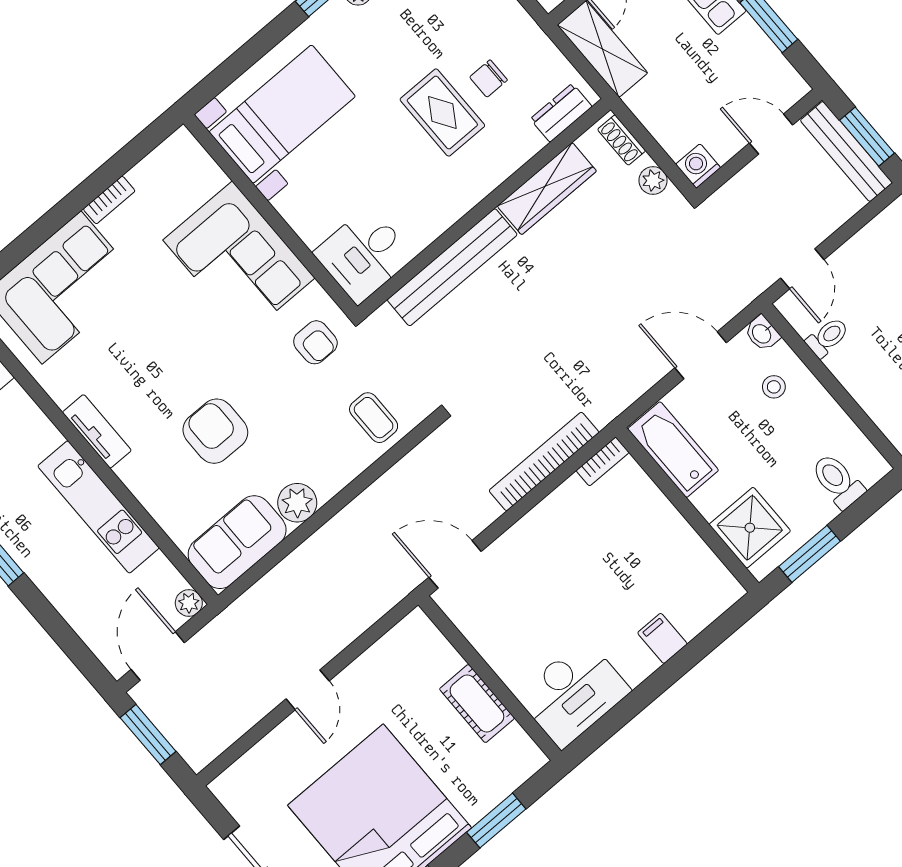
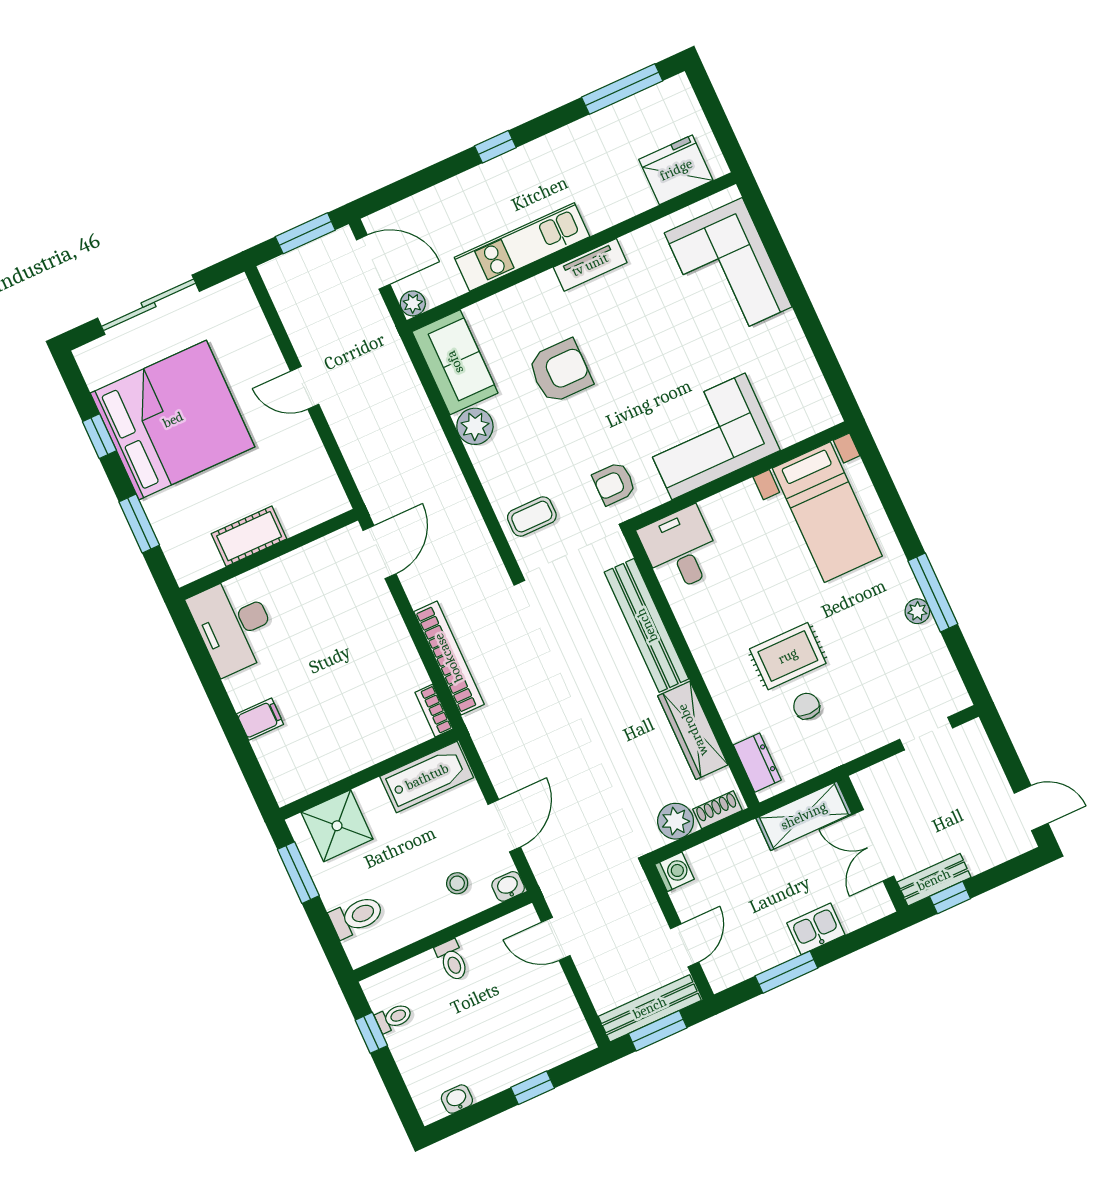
plant: (653, 180) -> (676, 821), width x1.38, depth x1.38
bookcase: (109, 200) -> (794, 335), removed
toilet: (827, 337) -> (452, 960), moved

